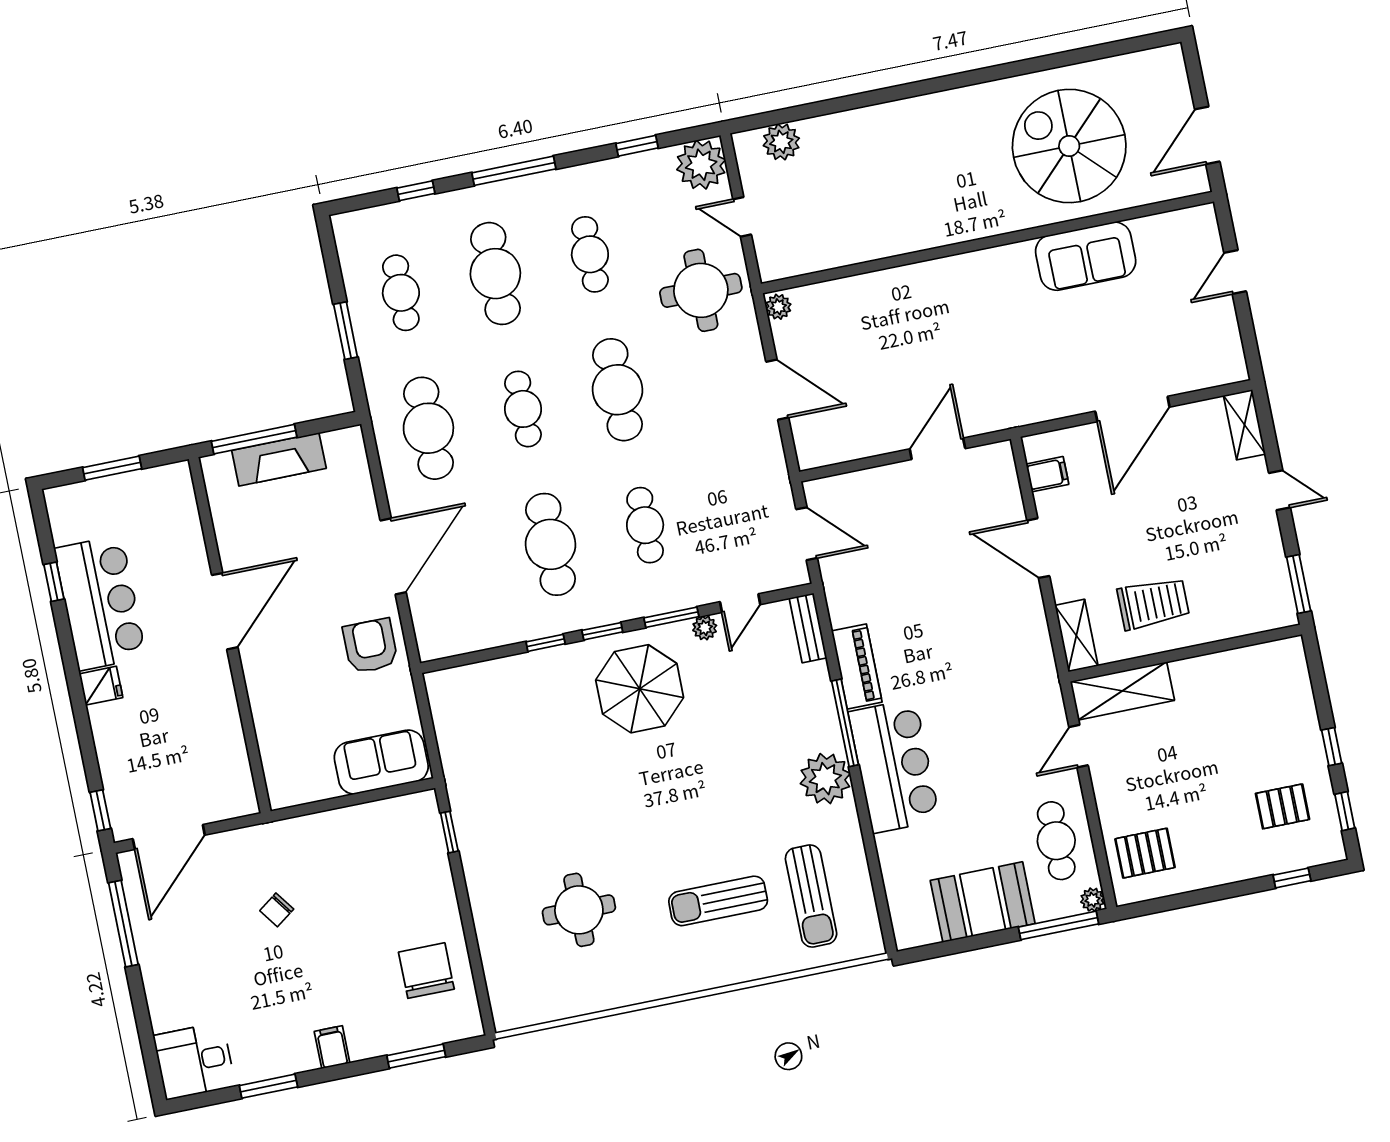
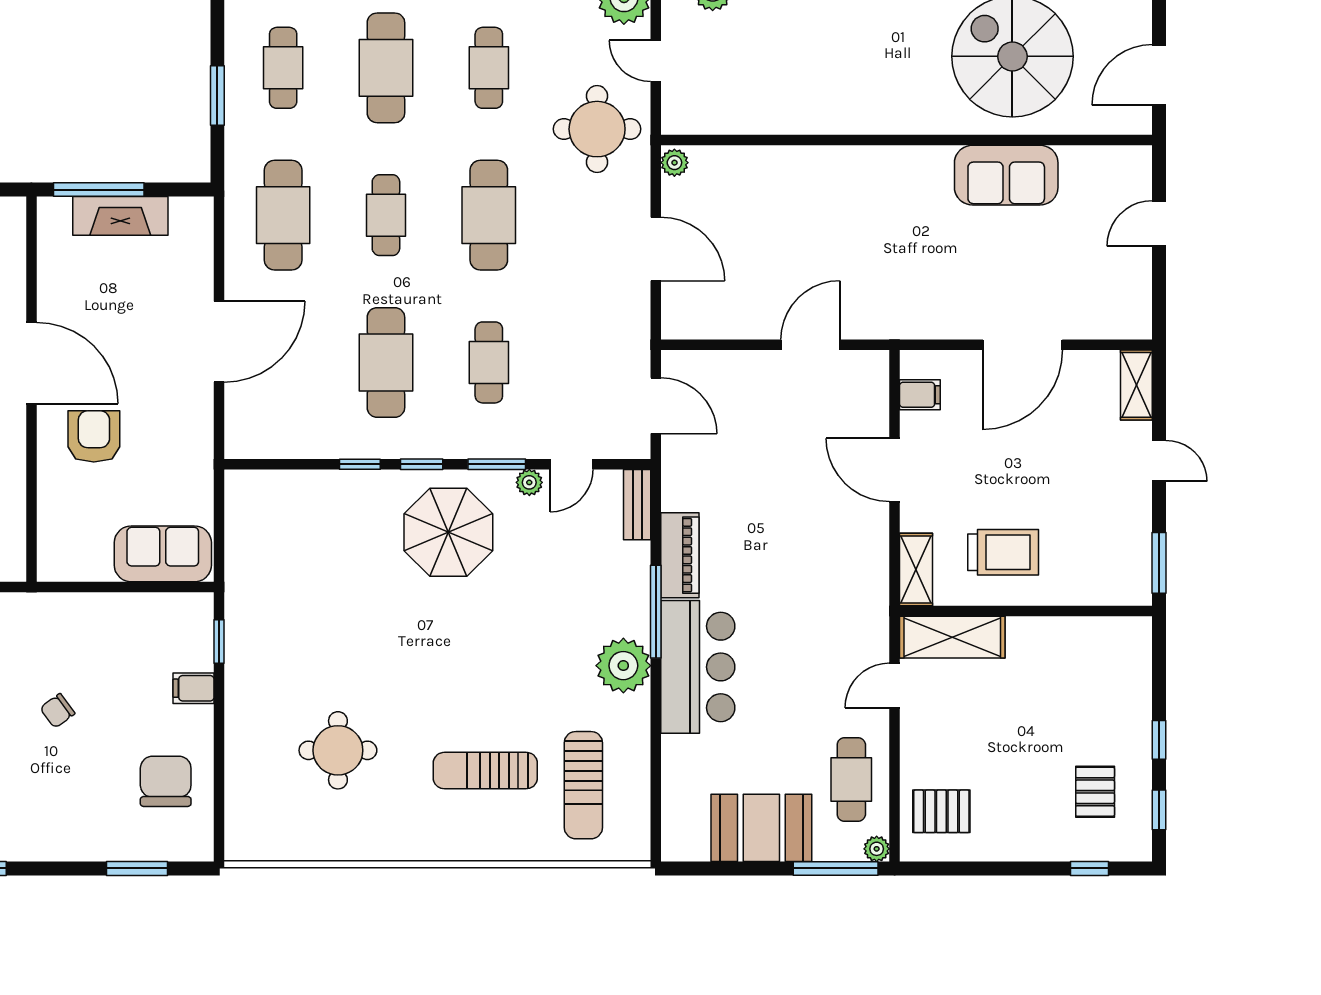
door: (225, 611) -> (31, 363), hinge flipped
armchair: (370, 646) -> (94, 436), moved
pallet: (1283, 806) -> (1095, 792), turned 90
chair: (277, 910) -> (57, 711), moved
filing cabinet: (332, 1047) -> (194, 688), moved, turned -90

